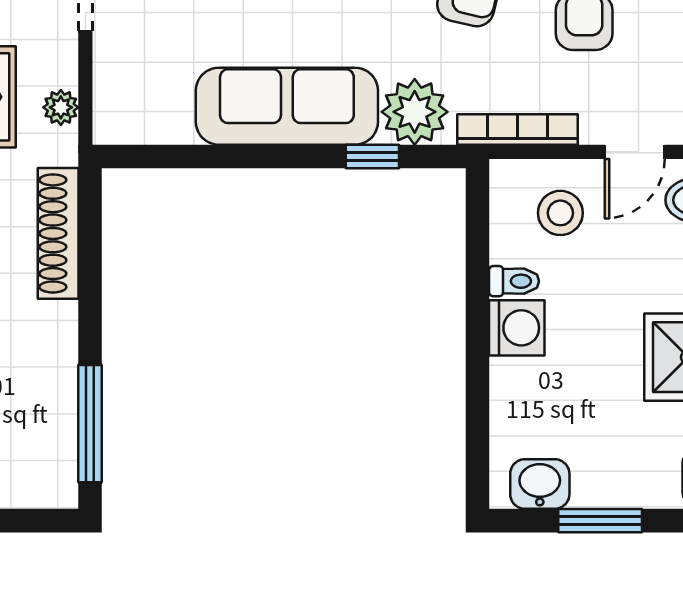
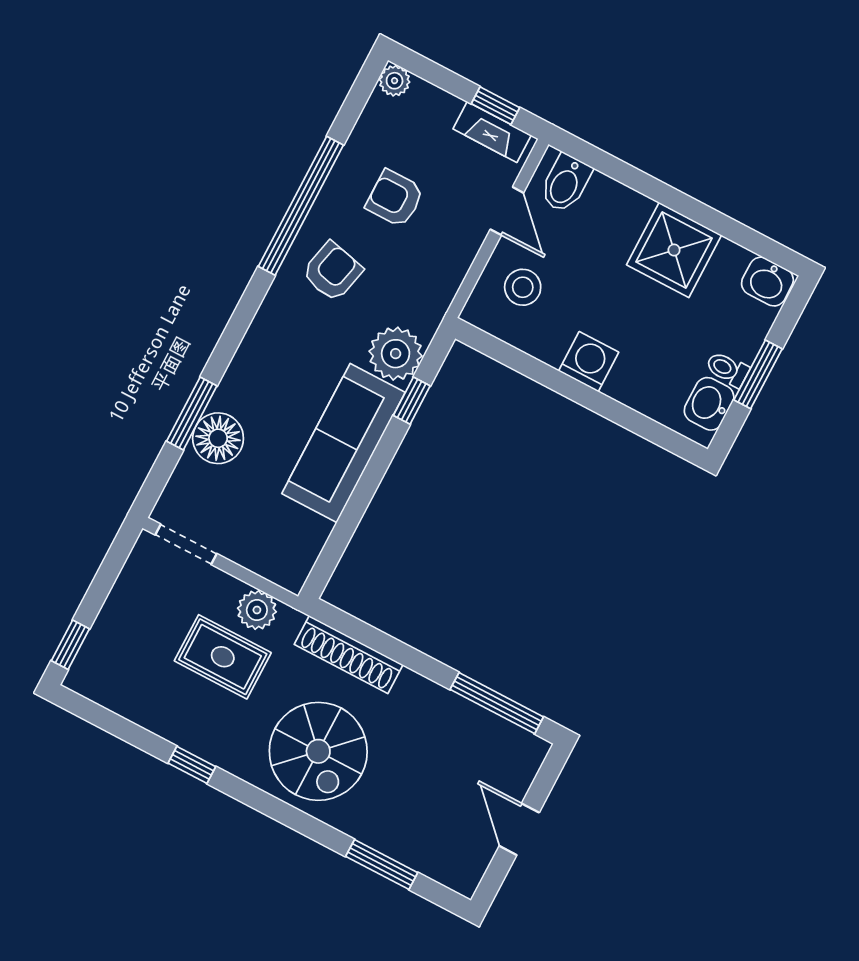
plant: (61, 107) -> (257, 610), width x1.38, depth x1.38
bookcase: (518, 129) -> (447, 287), removed
toilet: (514, 281) -> (727, 369), moved, turned -90

